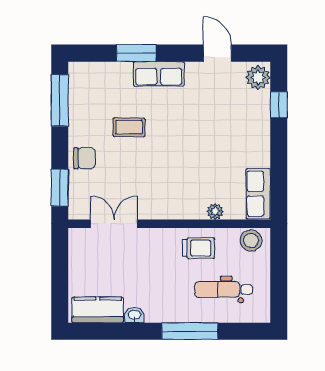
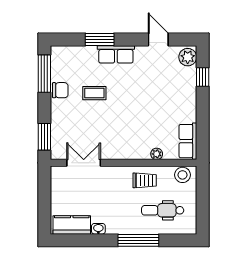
chair: (84, 158) -> (60, 90), moved

